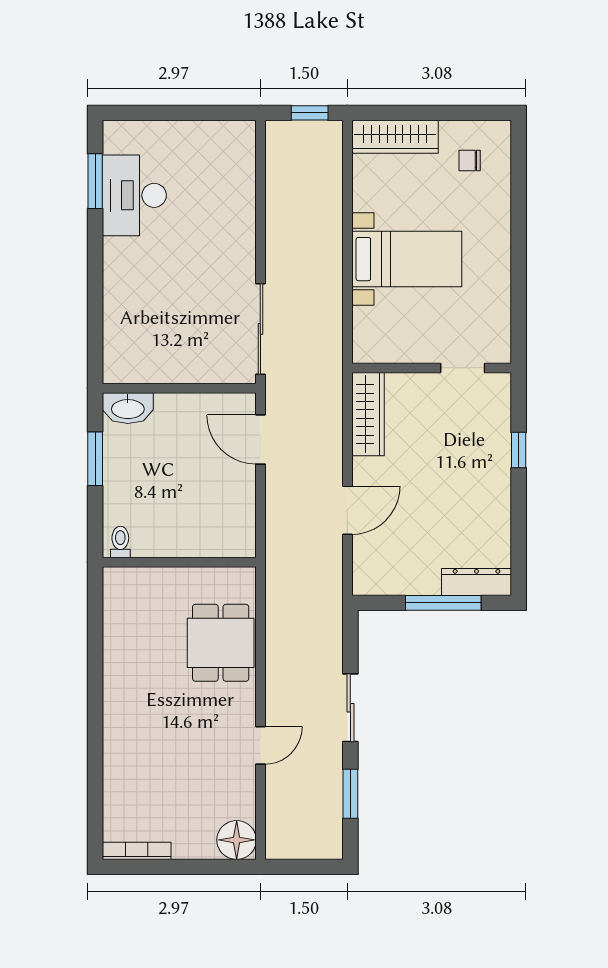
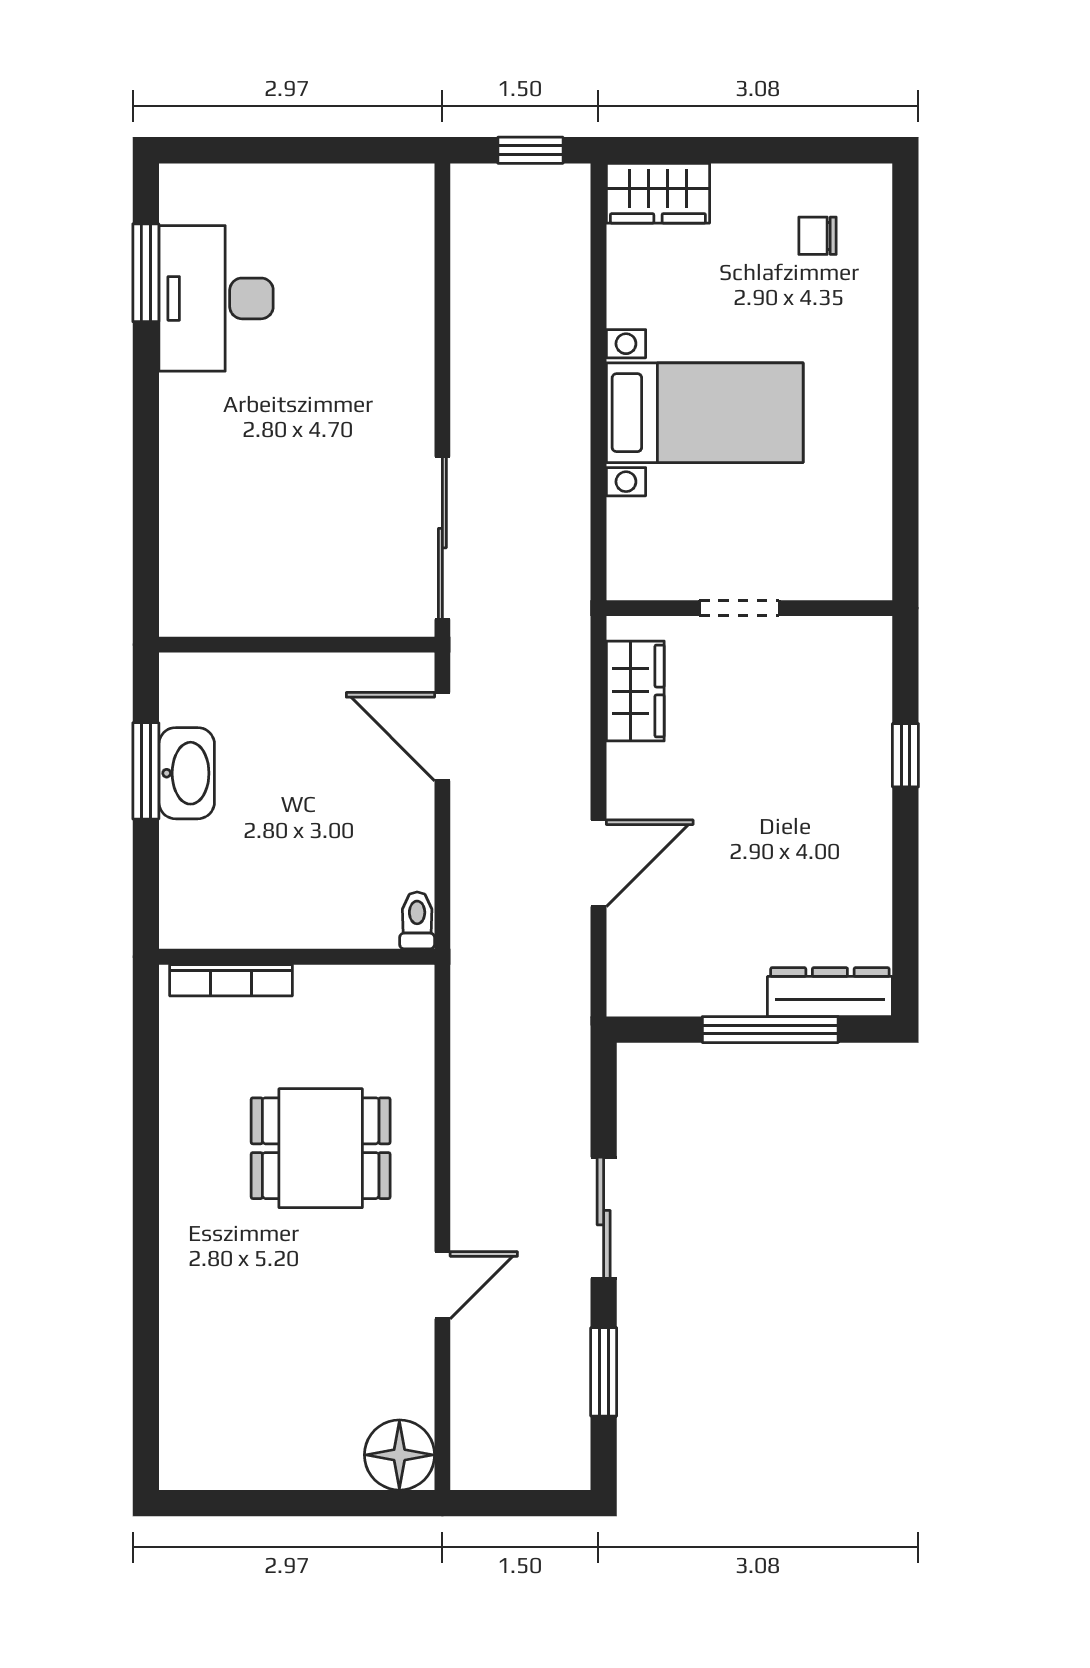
wardrobe: (395, 137) -> (658, 193), width x0.67
doorway: (463, 368) -> (739, 608), moved
washbasin: (128, 408) -> (187, 773), moved, turned -90
wardrobe: (368, 414) -> (635, 691), width x0.67
toilet: (120, 542) -> (417, 920), moved
dining table: (221, 643) -> (321, 1148), moved, turned 90
bookcase: (137, 851) -> (231, 980), moved, turned 180

